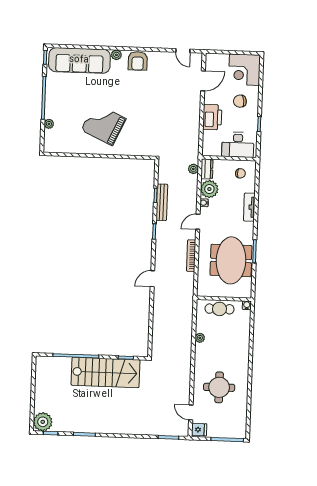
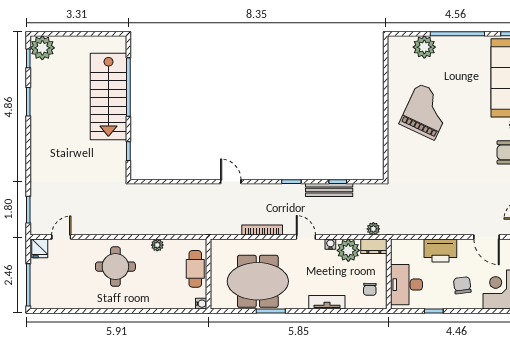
plant: (49, 124) -> (424, 47), width x1.87, depth x1.87
stairs: (106, 372) -> (108, 96), moved
round table: (219, 387) -> (115, 267), moved

